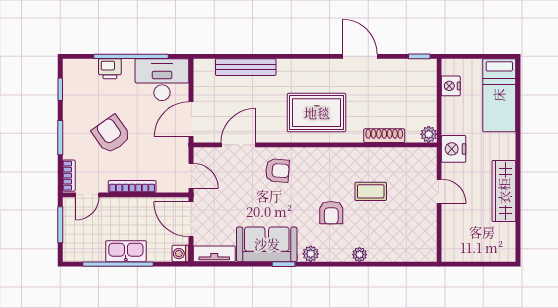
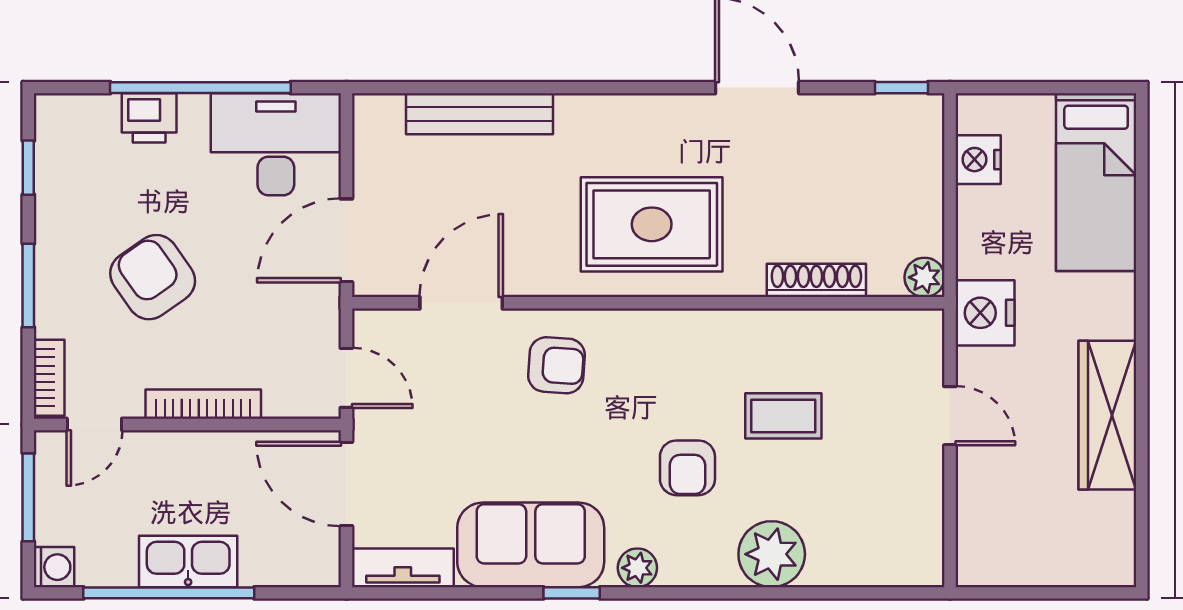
washing machine: (180, 254) -> (54, 567), moved, turned 180
plant: (360, 255) -> (772, 554), width x1.87, depth x1.87

